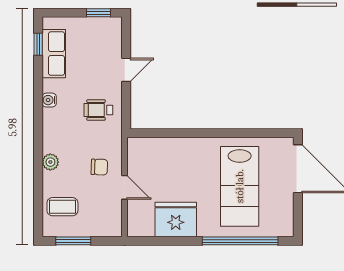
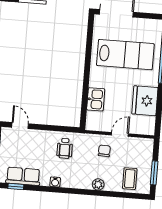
door: (126, 70) -> (20, 125), moved
kitchen sink: (172, 149) -> (96, 99), added

